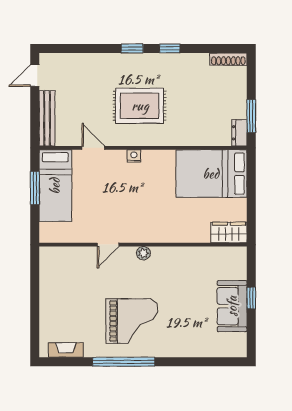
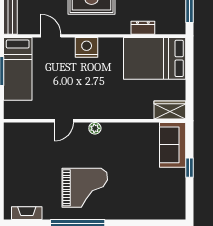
dresser: (239, 133) -> (143, 28), moved, turned 90
nightstand: (134, 156) -> (87, 47), width x1.89, depth x1.79
sofa: (232, 306) -> (173, 145), moved

